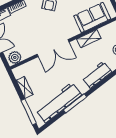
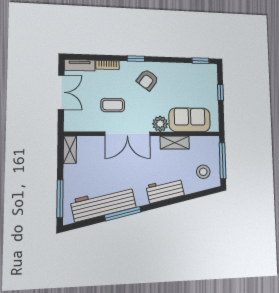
coffee table: (34, 33) -> (113, 105), added
plant: (15, 57) -> (160, 124), moved
shelving: (25, 87) -> (70, 150), moved

